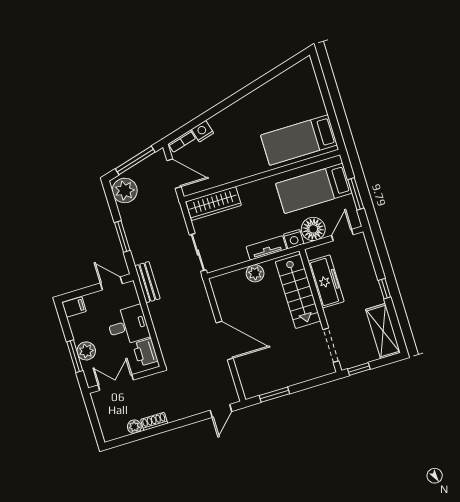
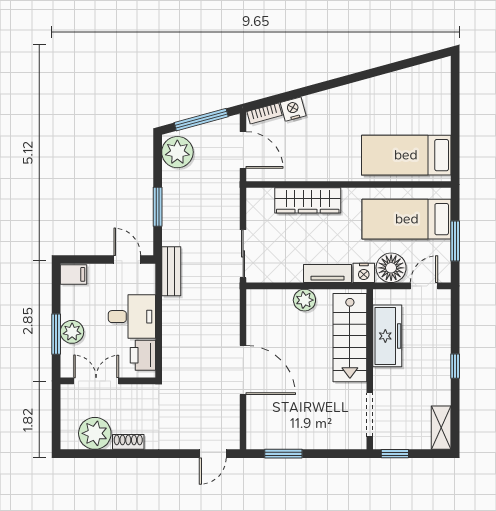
wardrobe: (214, 203) -> (308, 200), moved
shelving: (383, 331) -> (441, 428), width x0.67, depth x0.75
plant: (134, 427) -> (95, 433), width x1.87, depth x1.87

